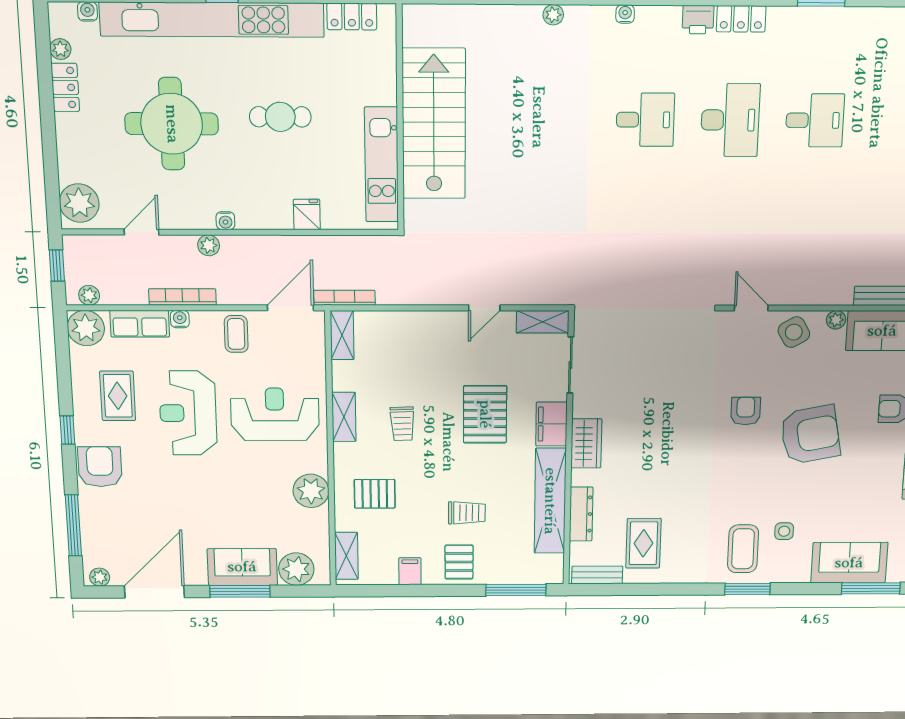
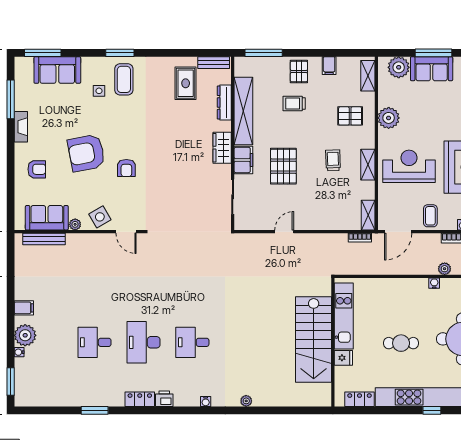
fridge: (307, 214) -> (343, 358), moved, turned -90
bookcase: (345, 298) -> (360, 238), width x0.64
shelving: (543, 322) -> (250, 223), removed
reception desk: (275, 414) -> (409, 166), turned 180

